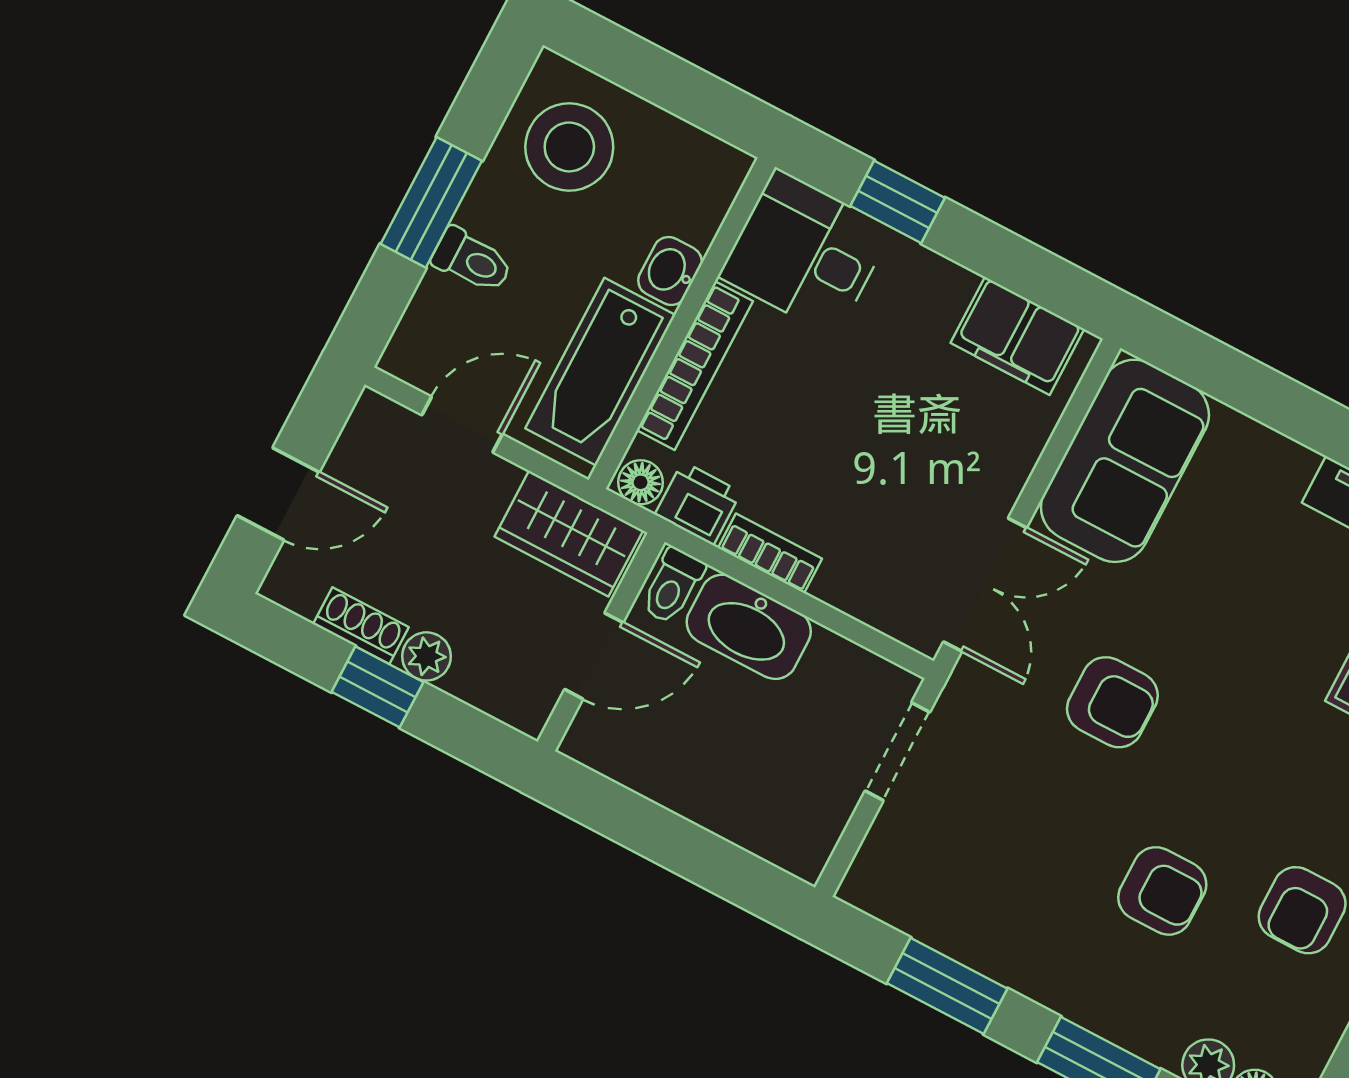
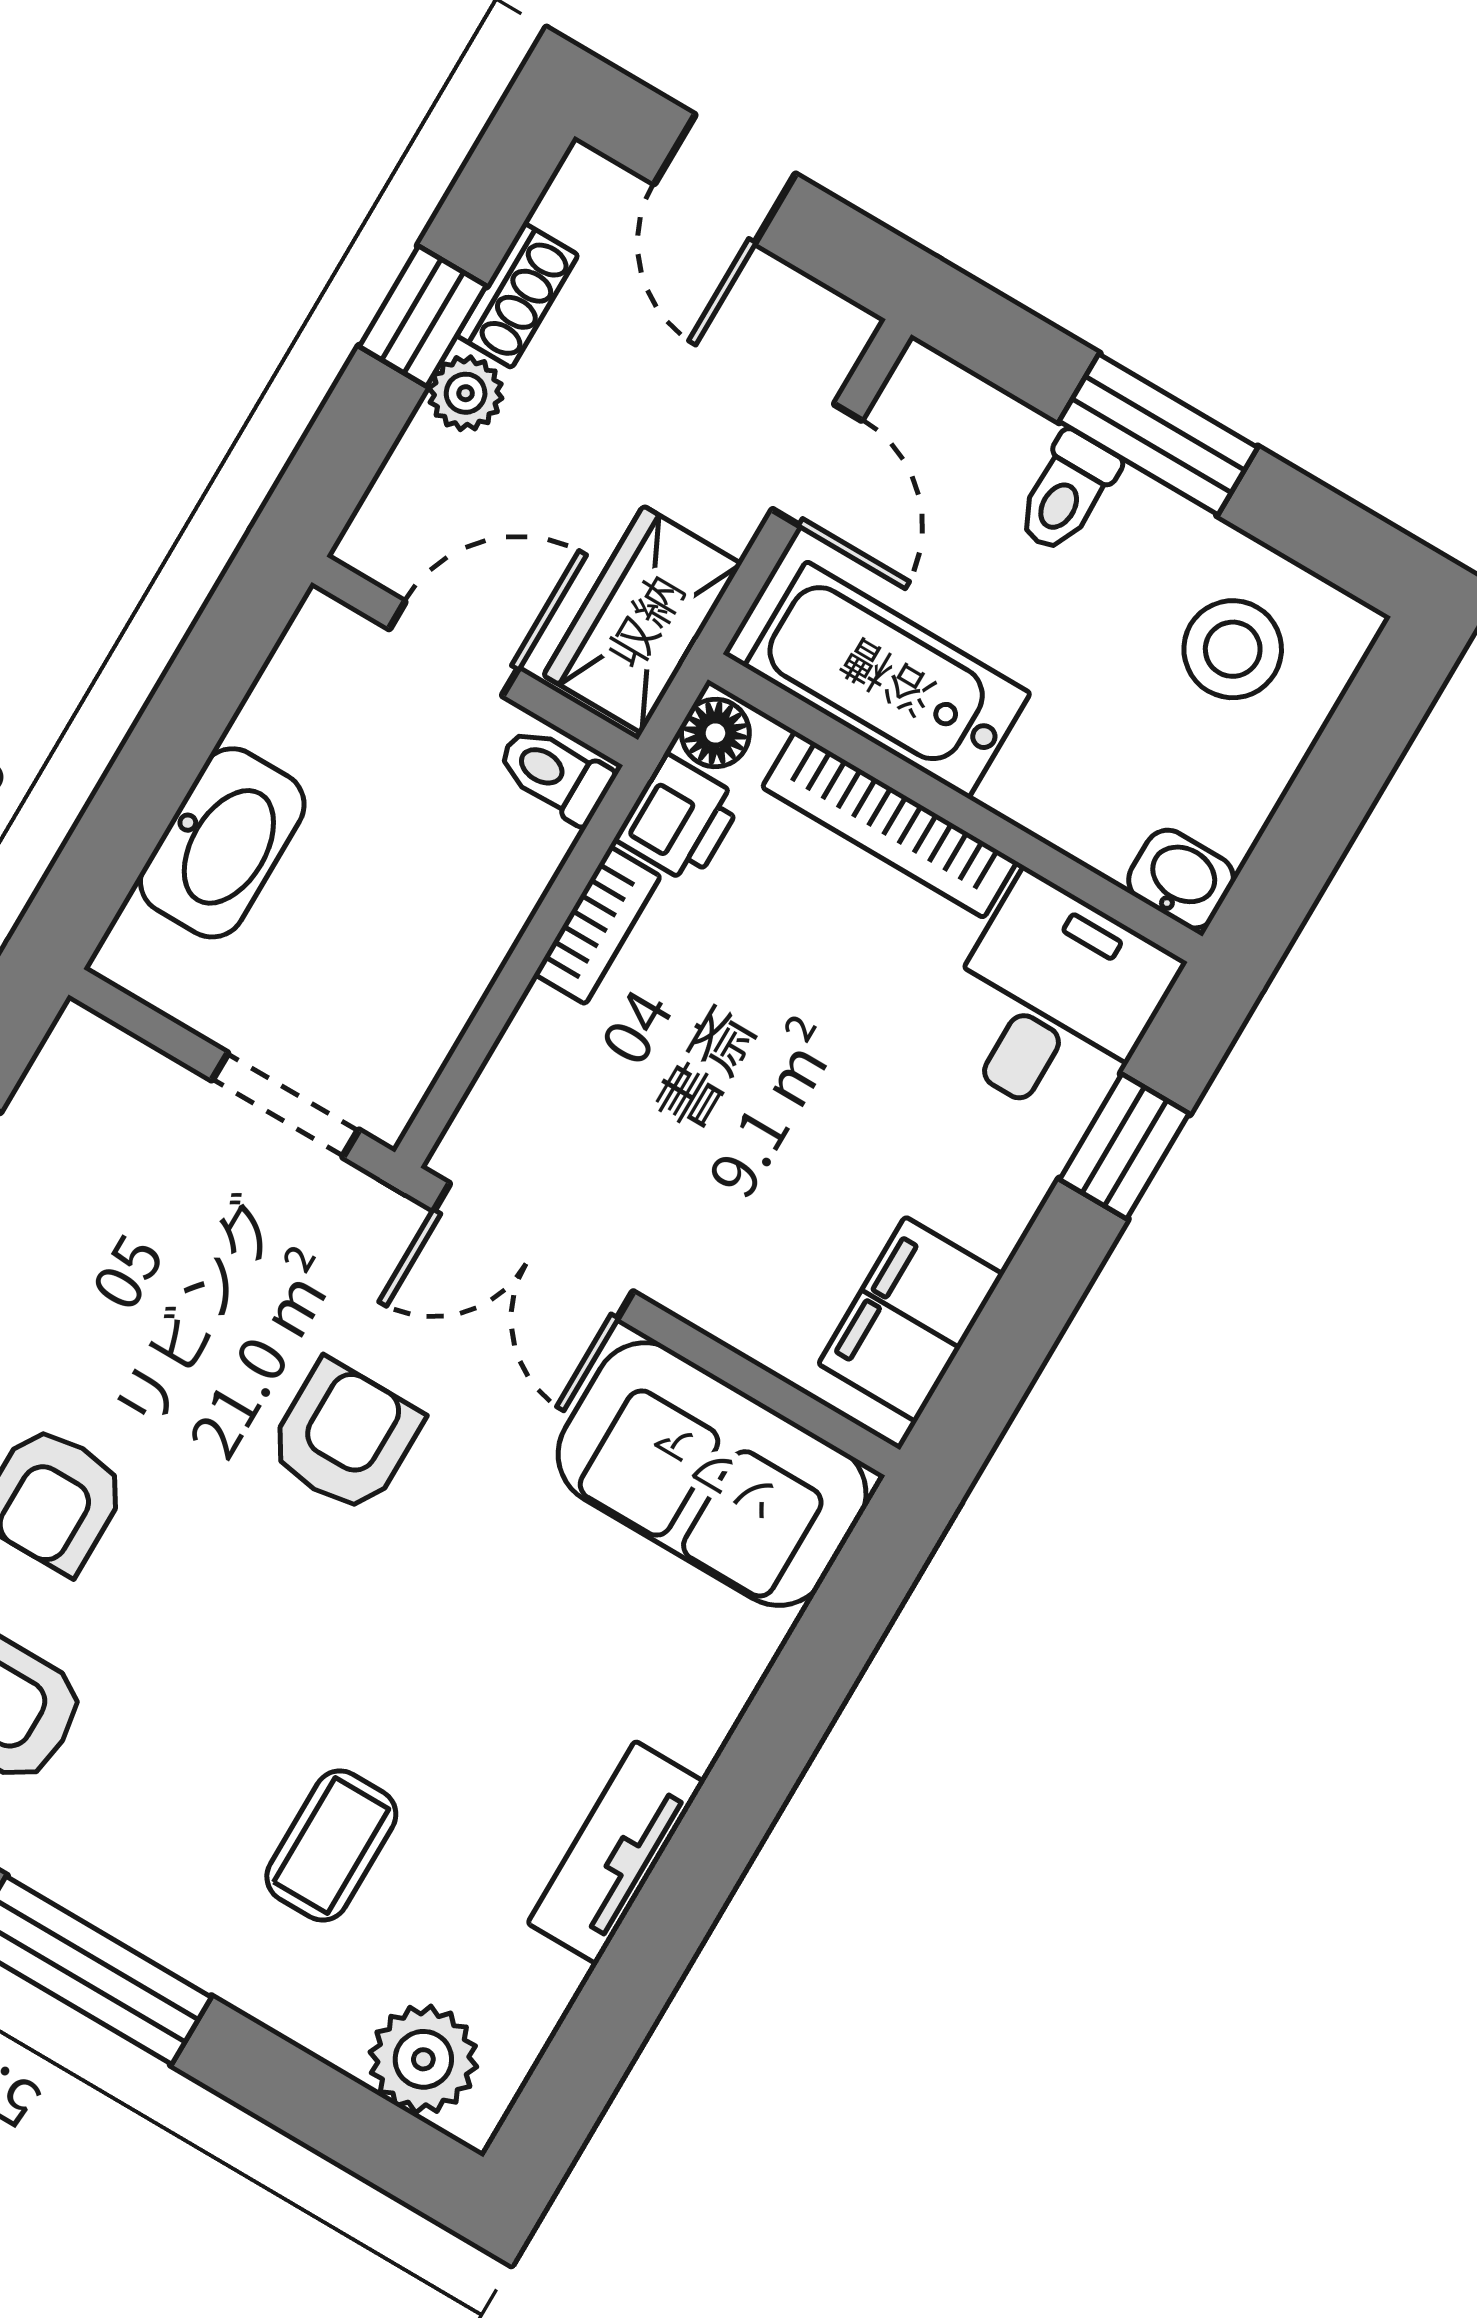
stool: (569, 147) -> (1233, 649), width x0.73, depth x0.73
washbasin: (670, 271) -> (1181, 879), moved
washbasin: (749, 627) -> (222, 843), moved, turned 180
door: (594, 656) -> (454, 649), swing flipped
armchair: (1112, 702) -> (345, 1437), turned 180

